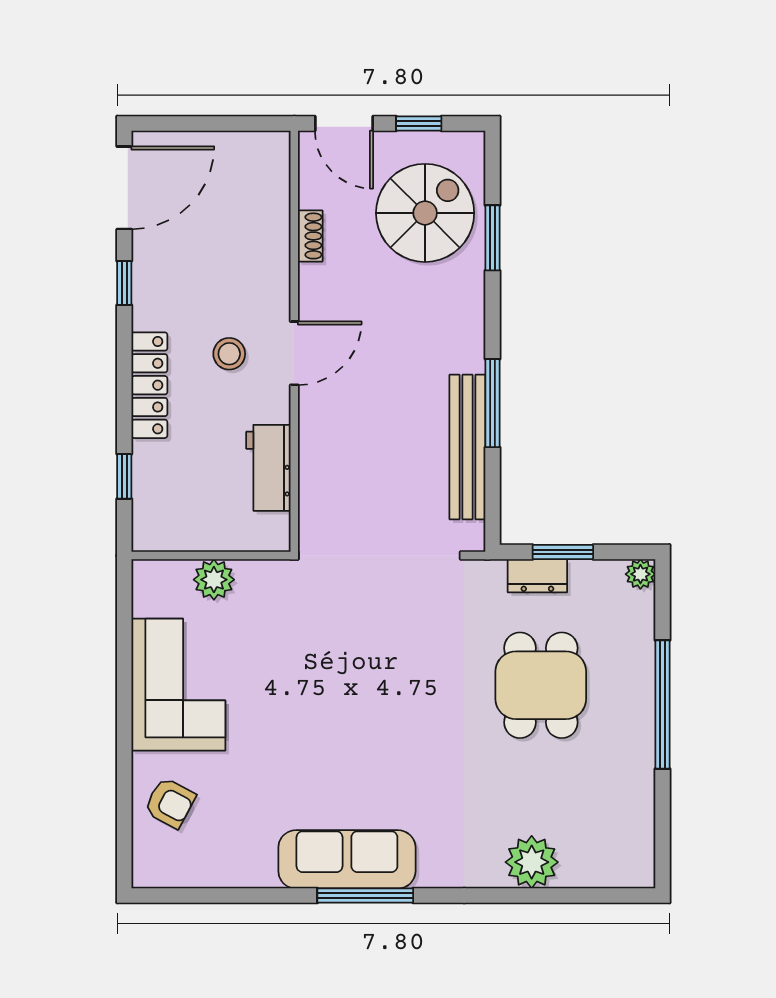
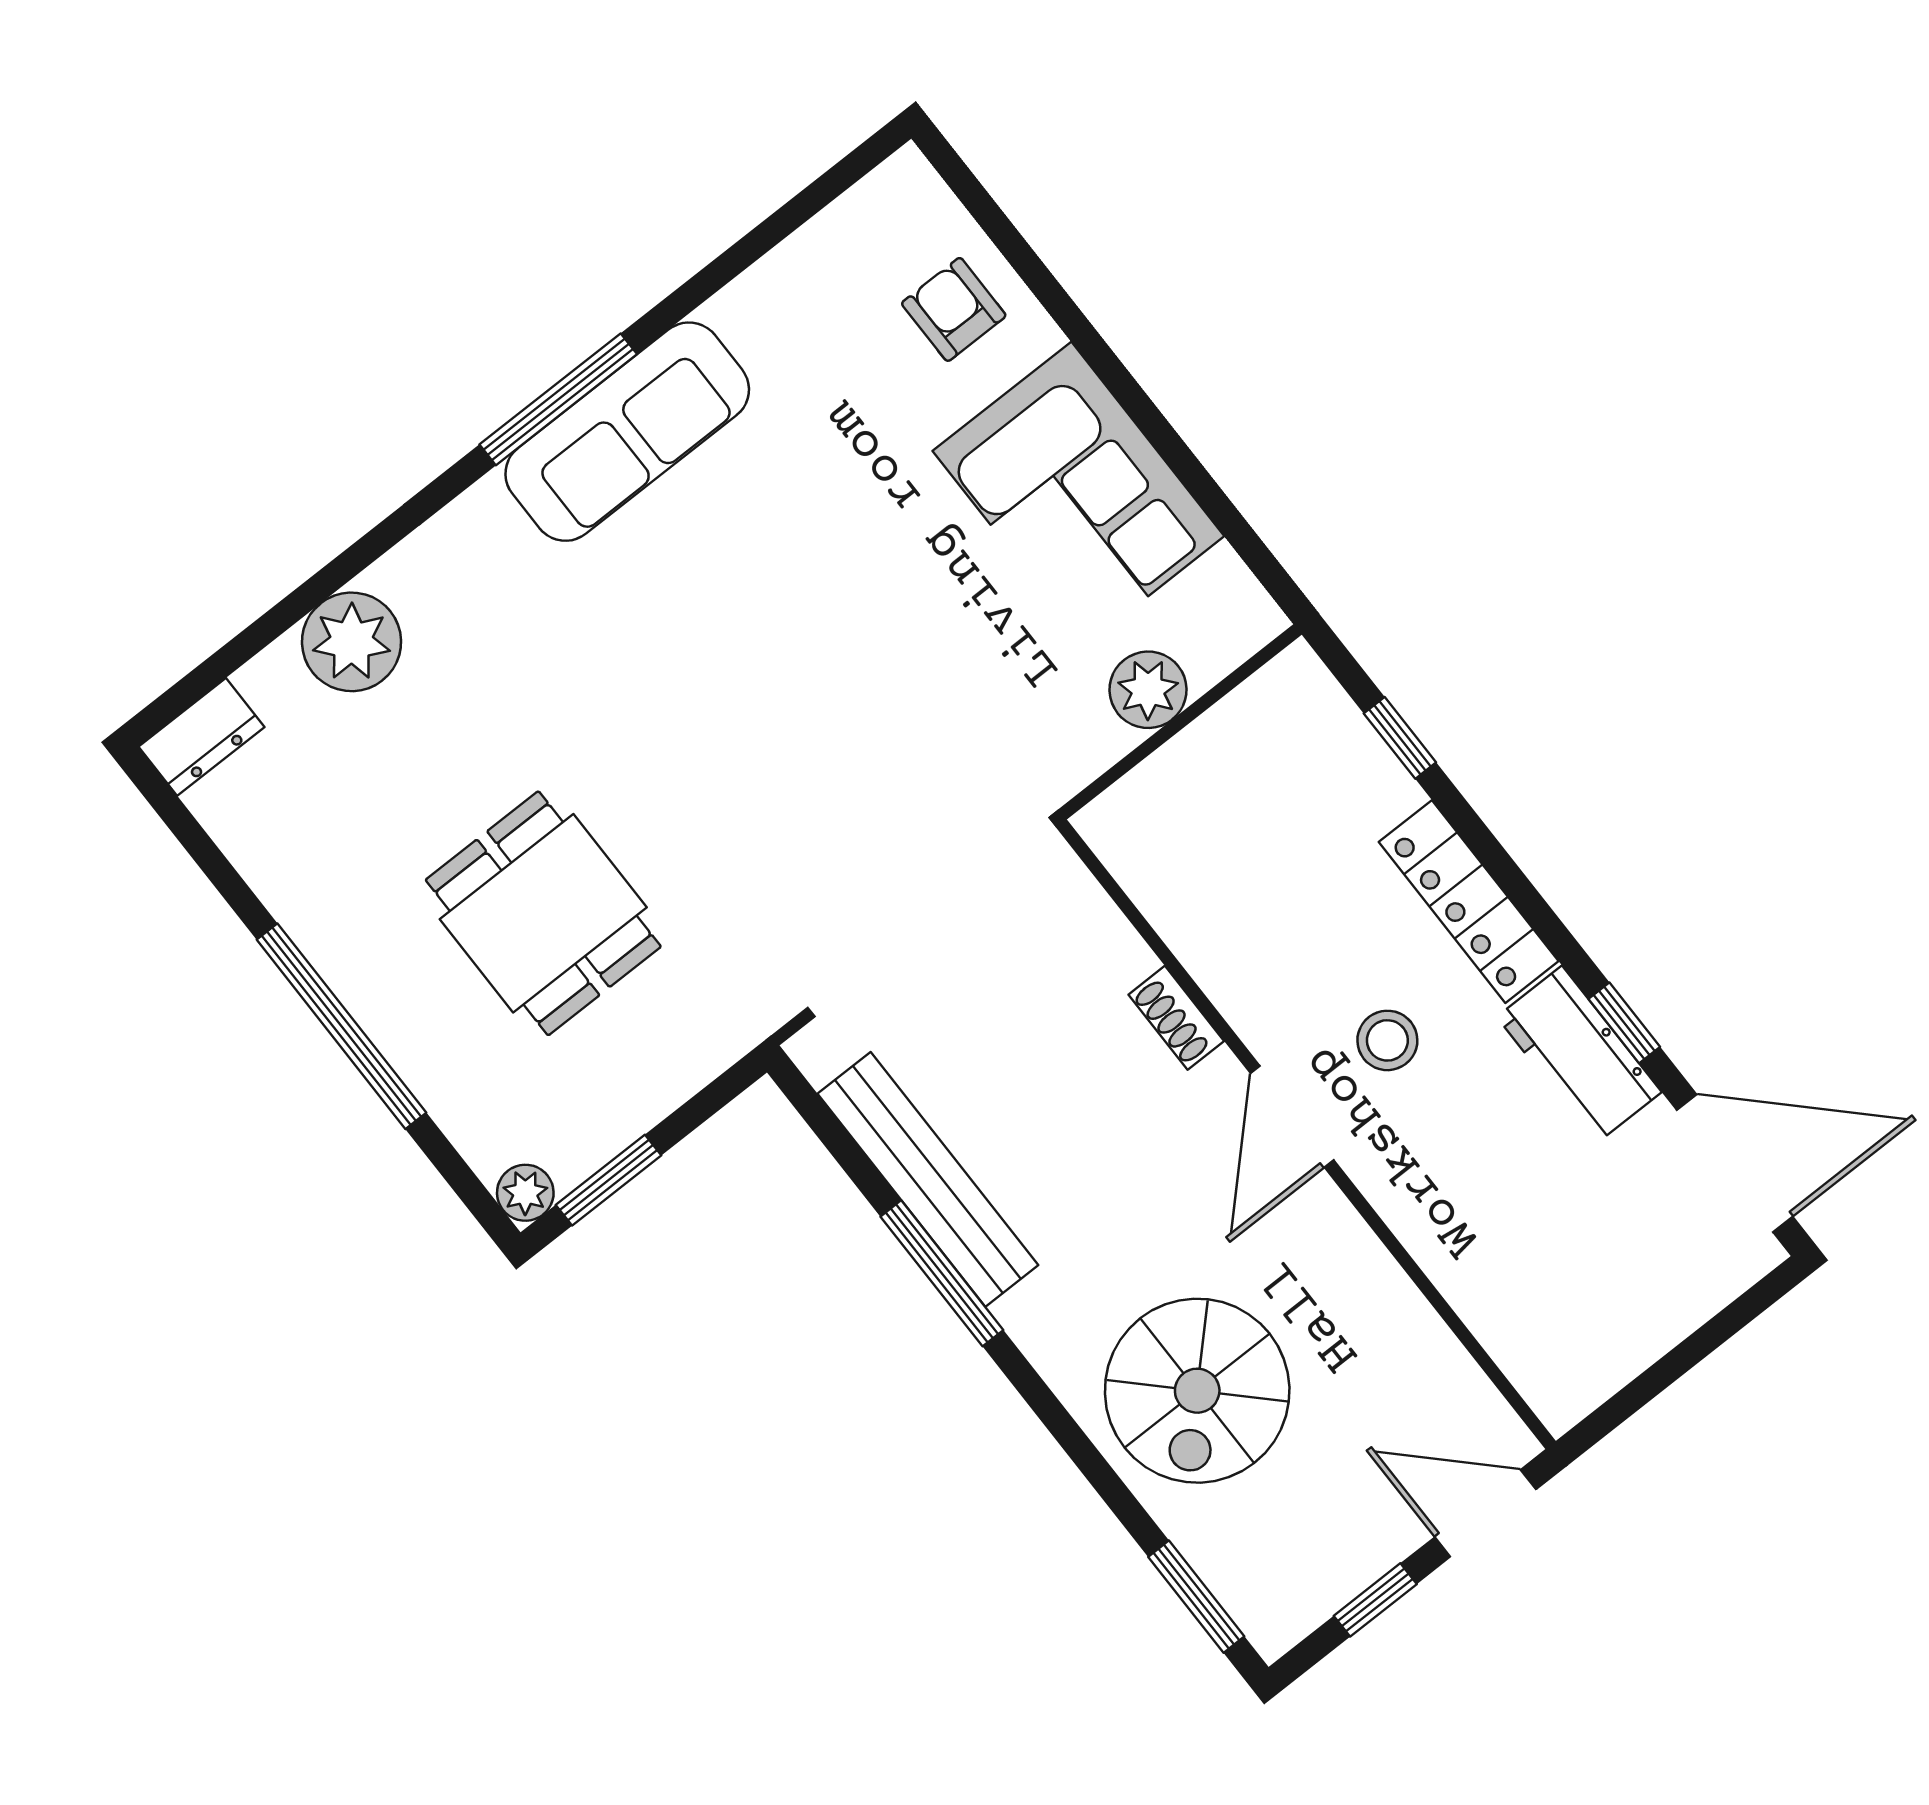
door: (124, 188) -> (1735, 1163), swing flipped
spiral stairs: (425, 213) -> (1197, 1391), moved
shoe rack: (310, 236) -> (1176, 1018), moved
window: (493, 238) -> (1196, 1597), moved
workbench: (268, 468) -> (1579, 1054), moved, turned 180
window: (563, 552) -> (608, 1180), moved
dresser: (537, 576) -> (202, 737), moved, turned 180
armchair: (170, 803) -> (954, 309), turned 62

